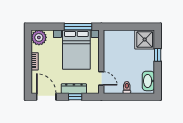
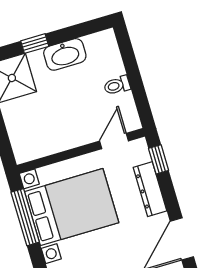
washbasin: (148, 81) -> (65, 54), moved
window: (75, 97) -> (159, 159), moved

